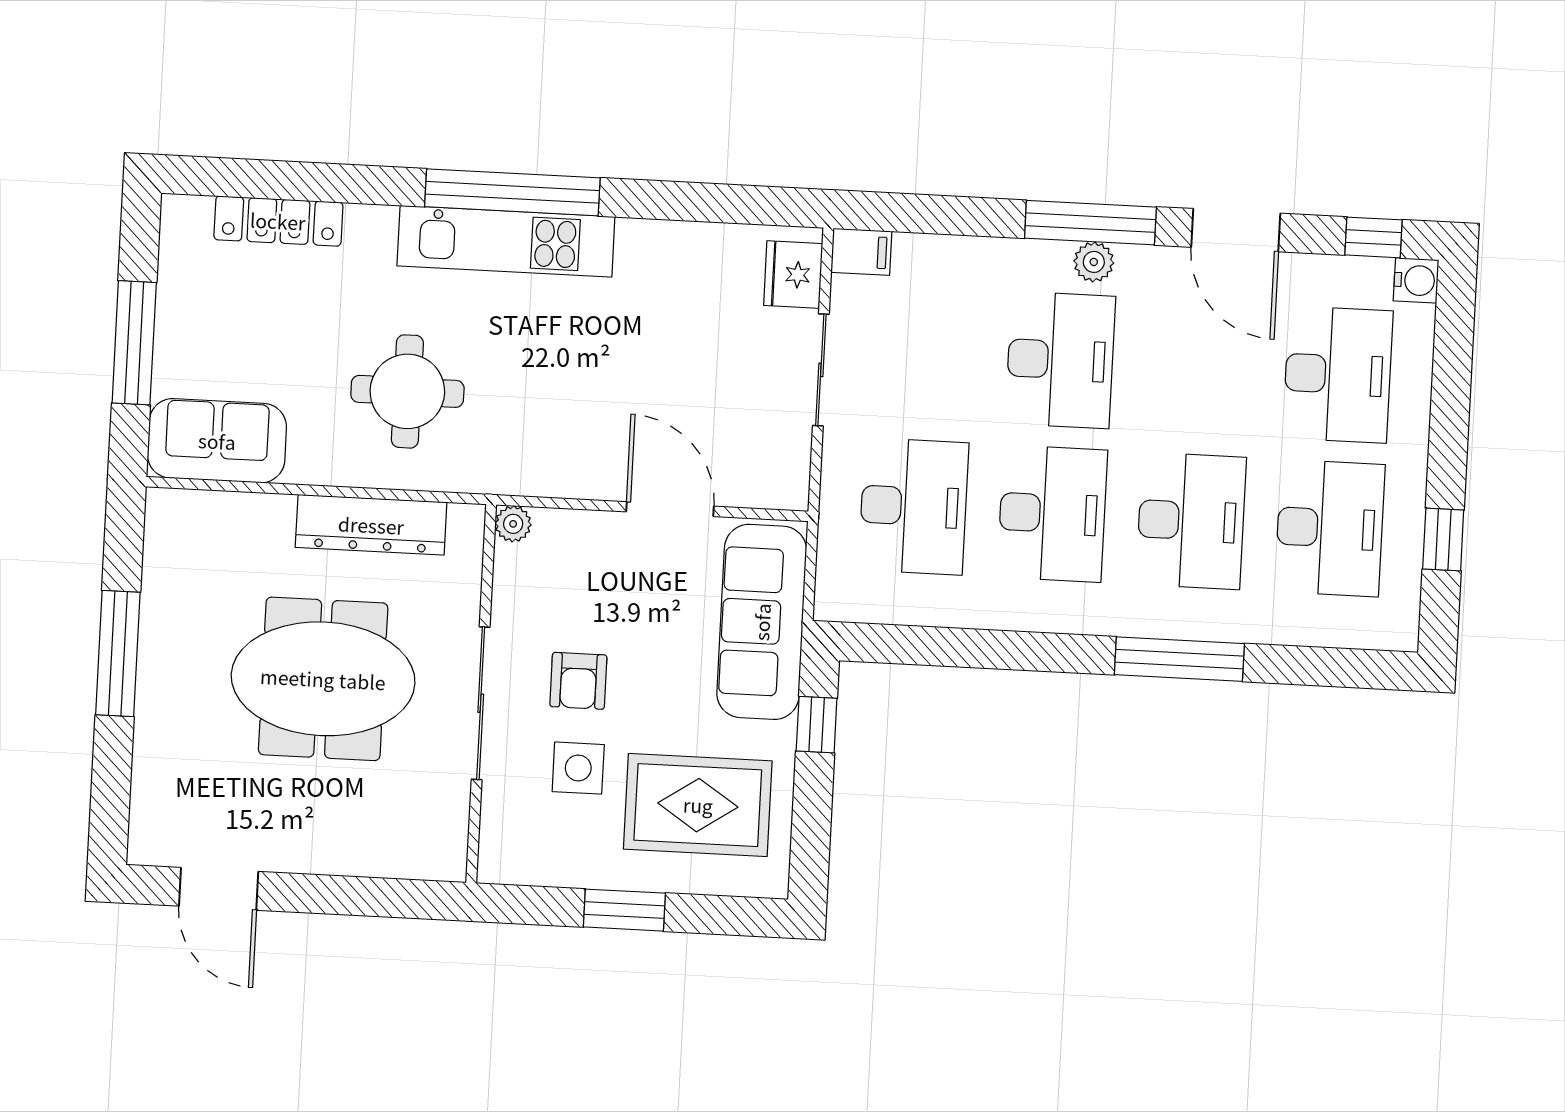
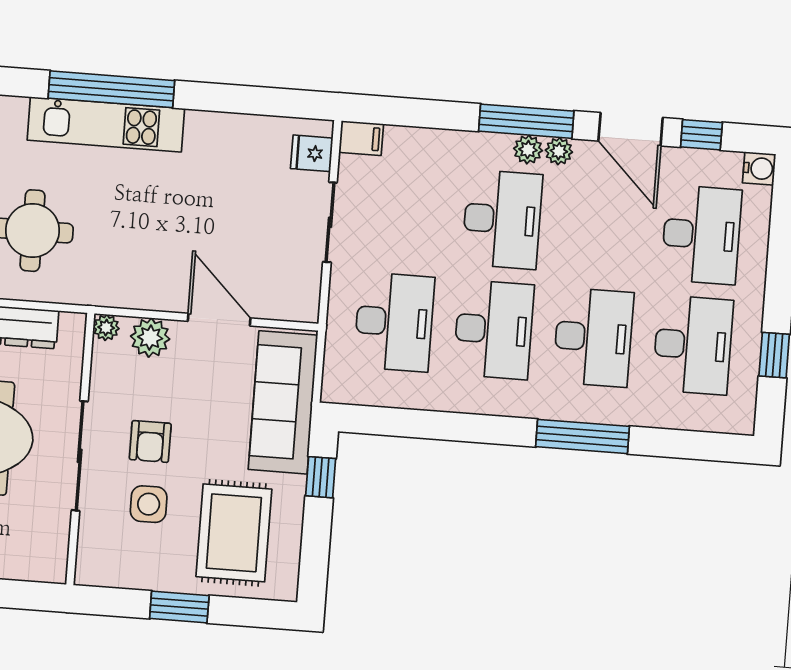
window: (1374, 237) -> (701, 135), moved
plant: (1137, 263) -> (559, 151), added
fridge: (793, 275) -> (312, 153), width x0.72
plant: (575, 536) -> (150, 338), added
rug: (698, 805) -> (234, 533), turned 90

